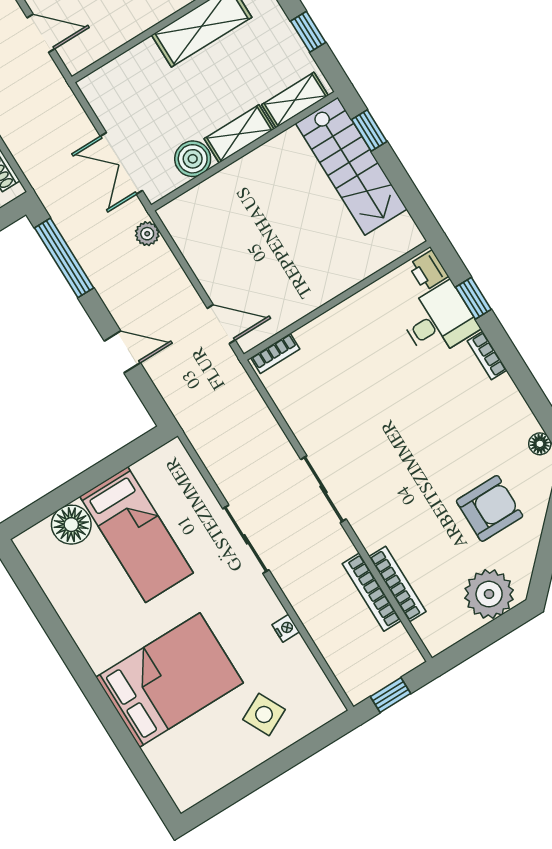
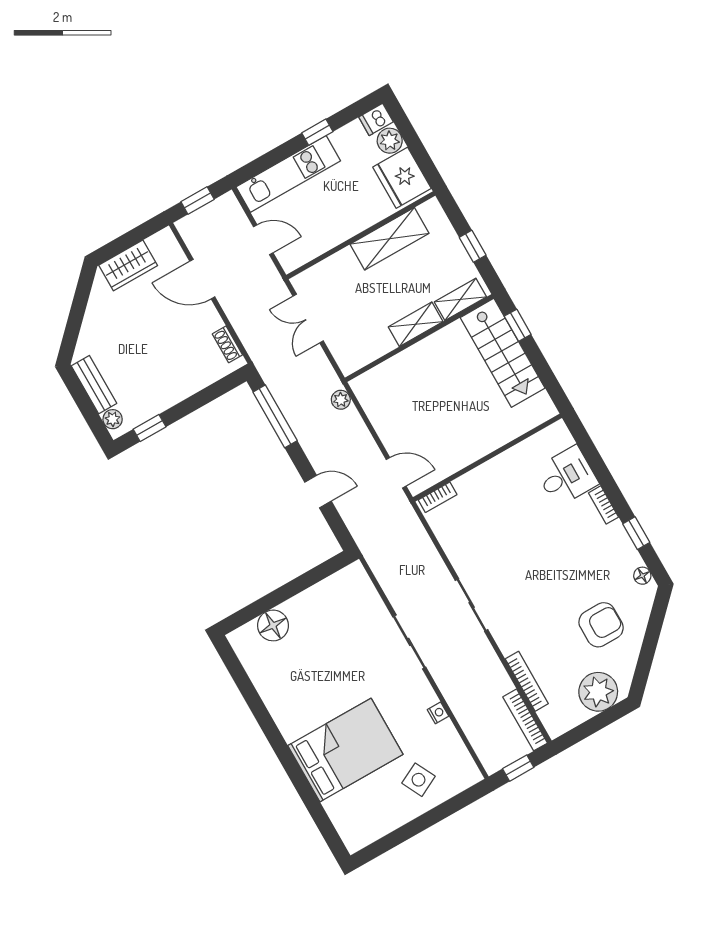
boiler: (193, 159) -> (379, 342), removed
double door: (121, 163) -> (308, 318), moved
printer: (428, 271) -> (560, 437), removed
window: (473, 298) -> (636, 533), moved
bed: (137, 535) -> (324, 635), removed
bookcase: (372, 592) -> (525, 720), moved

